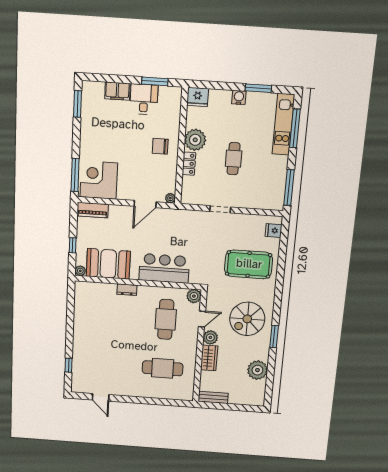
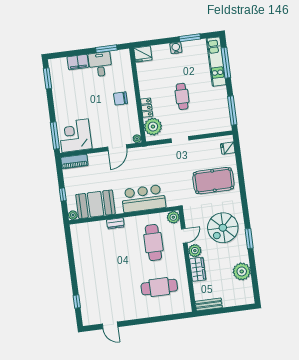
plant: (195, 140) -> (153, 127), moved

